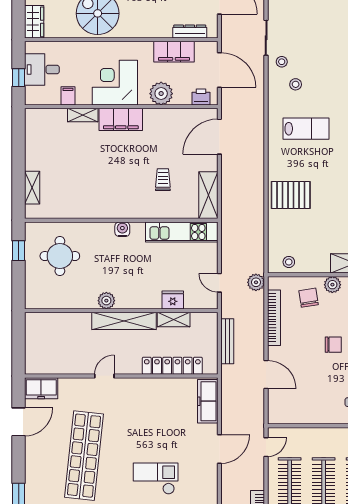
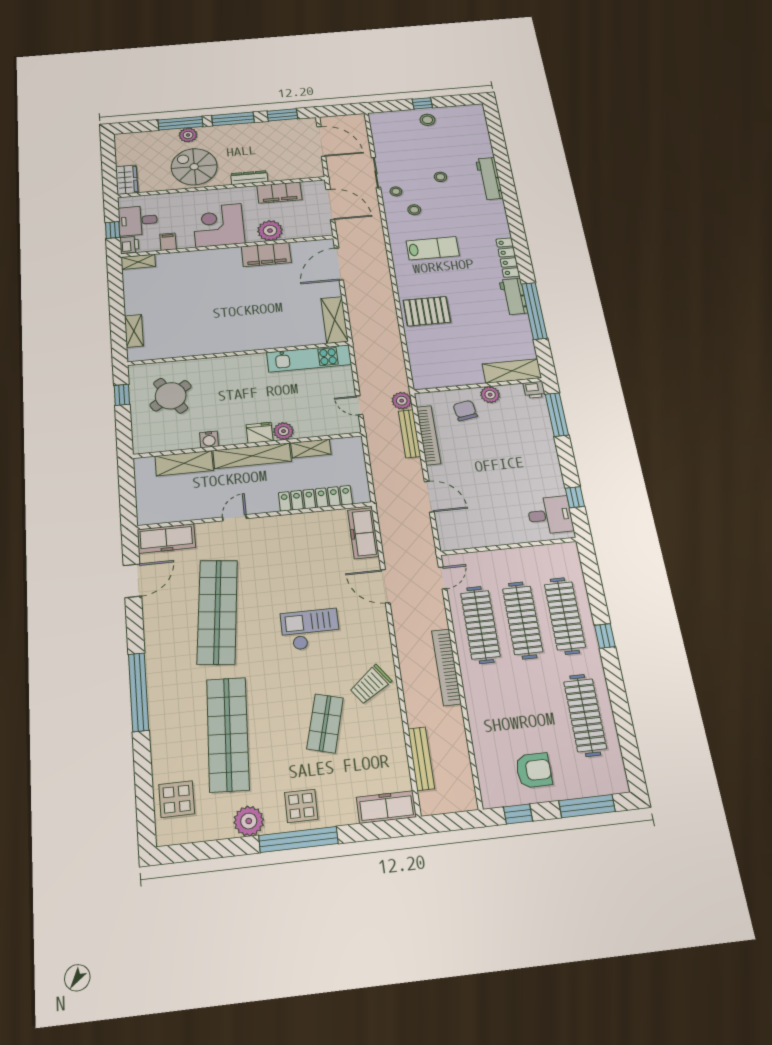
dresser: (190, 32) -> (249, 178), moved
printer: (201, 97) -> (129, 245), moved, turned 90
shelving: (83, 115) -> (138, 262), moved
filing cabinet: (121, 119) -> (266, 255), moved
trolley: (163, 180) -> (281, 310), removed
water cooler: (122, 229) -> (209, 439), moved, turned 180
round table: (60, 256) -> (171, 396), turned -33
stool: (289, 262) -> (440, 177), moved
fridge: (173, 300) -> (260, 433), moved
plant: (106, 301) -> (284, 431), moved
shelving: (67, 322) -> (184, 463), added
bench: (227, 341) -> (410, 434), moved
chair: (333, 345) -> (503, 457), removed
freezer: (41, 388) -> (166, 539), width x1.40
door: (219, 449) -> (385, 586), swing flipped

